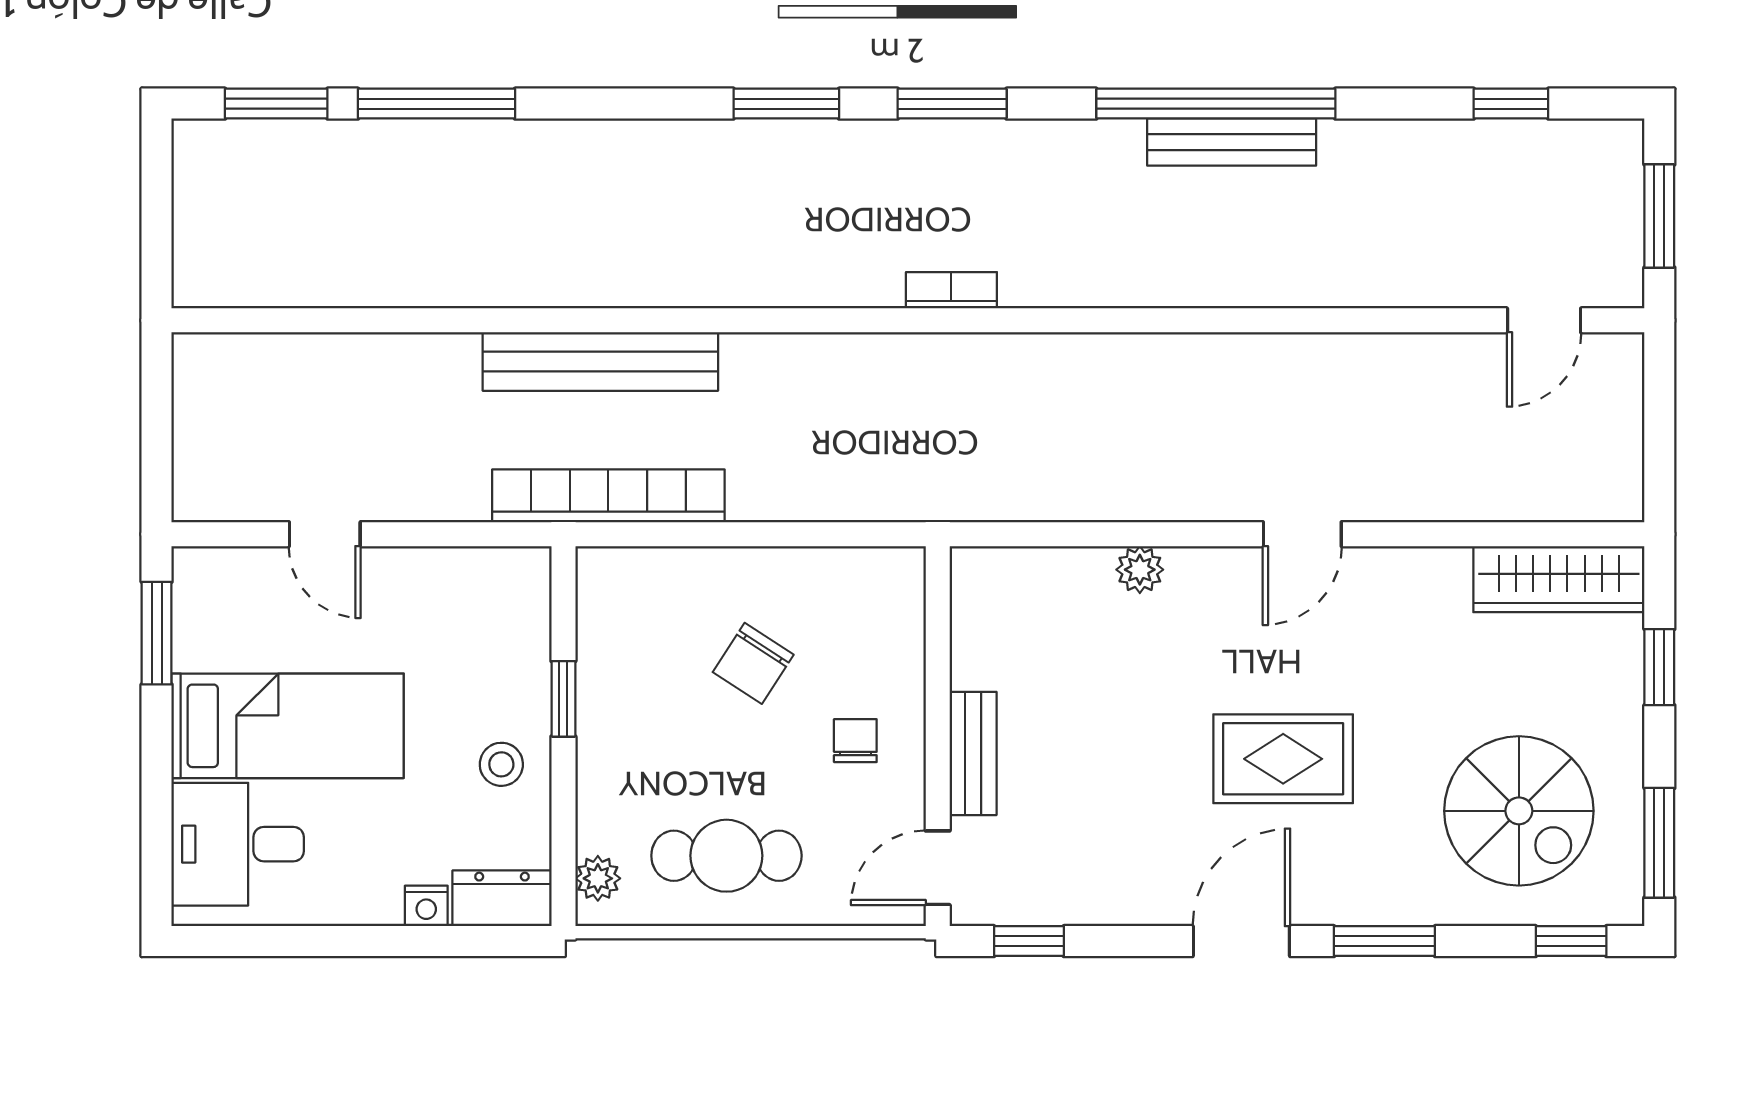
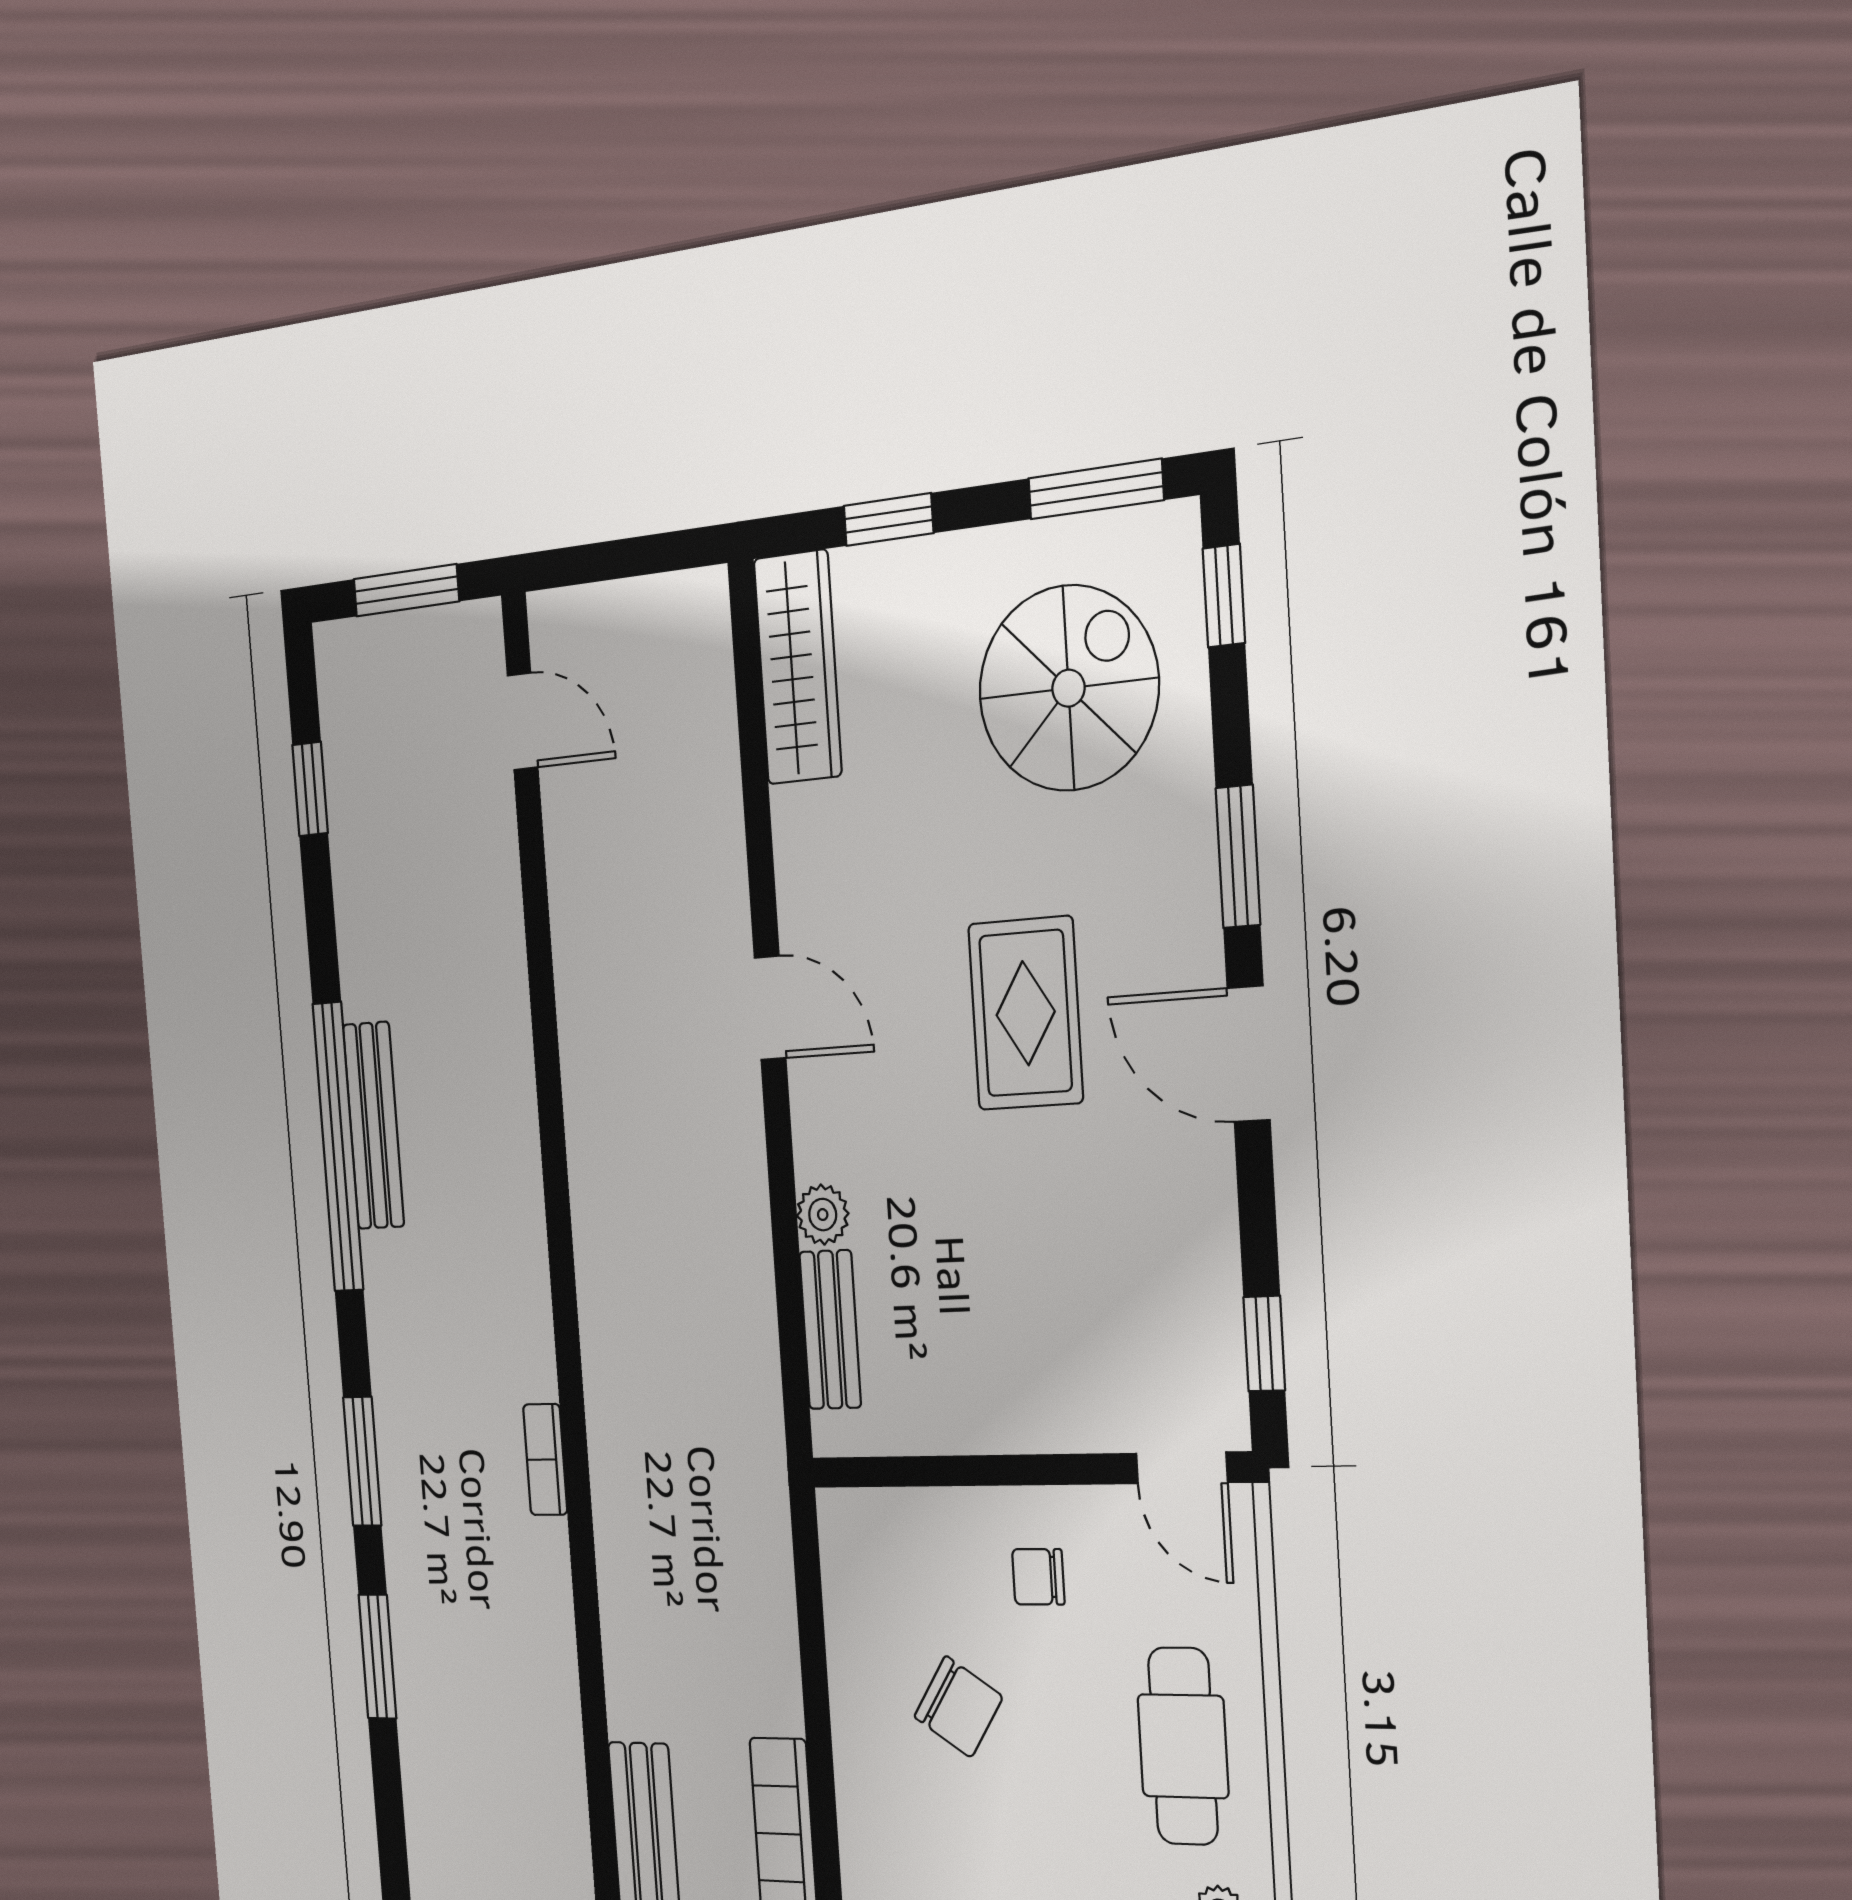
bench: (973, 753) -> (830, 1330), moved, turned 90

